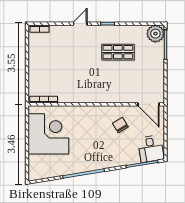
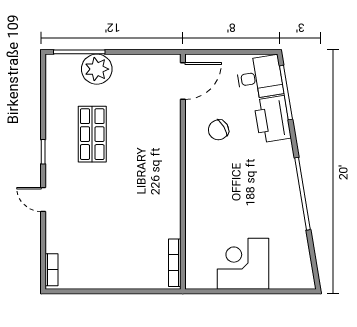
plant: (155, 34) -> (97, 69), moved
corner desk: (48, 134) -> (243, 264), width x0.74, depth x0.74
printer: (127, 156) -> (272, 119), added

